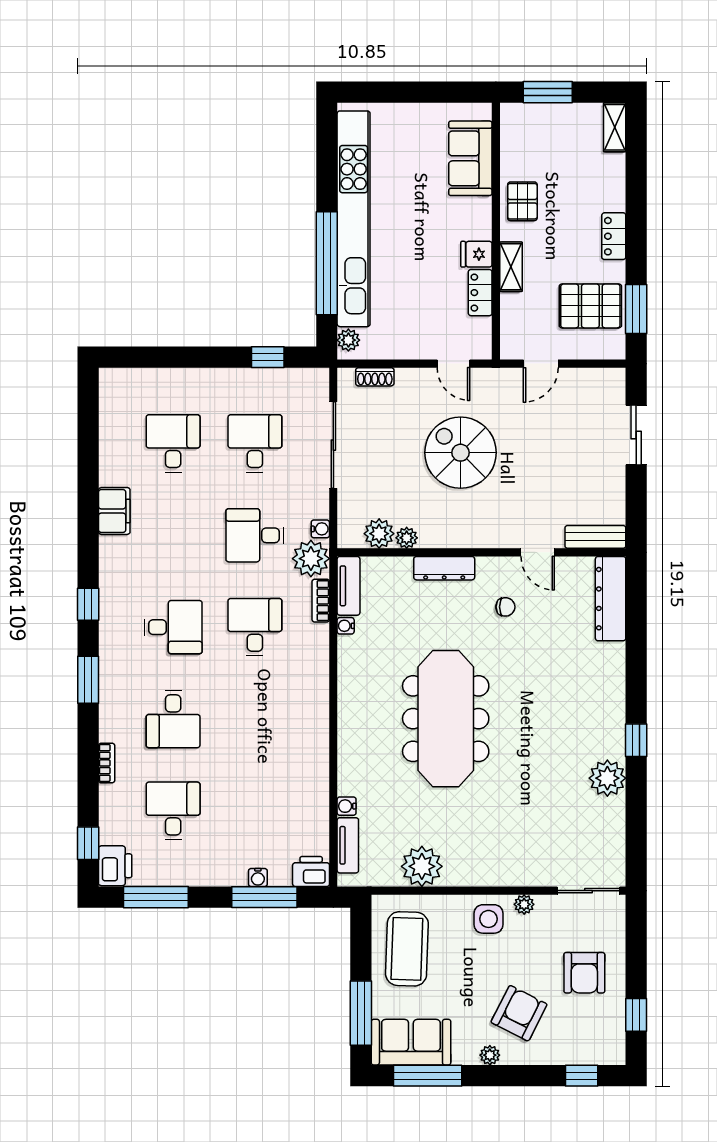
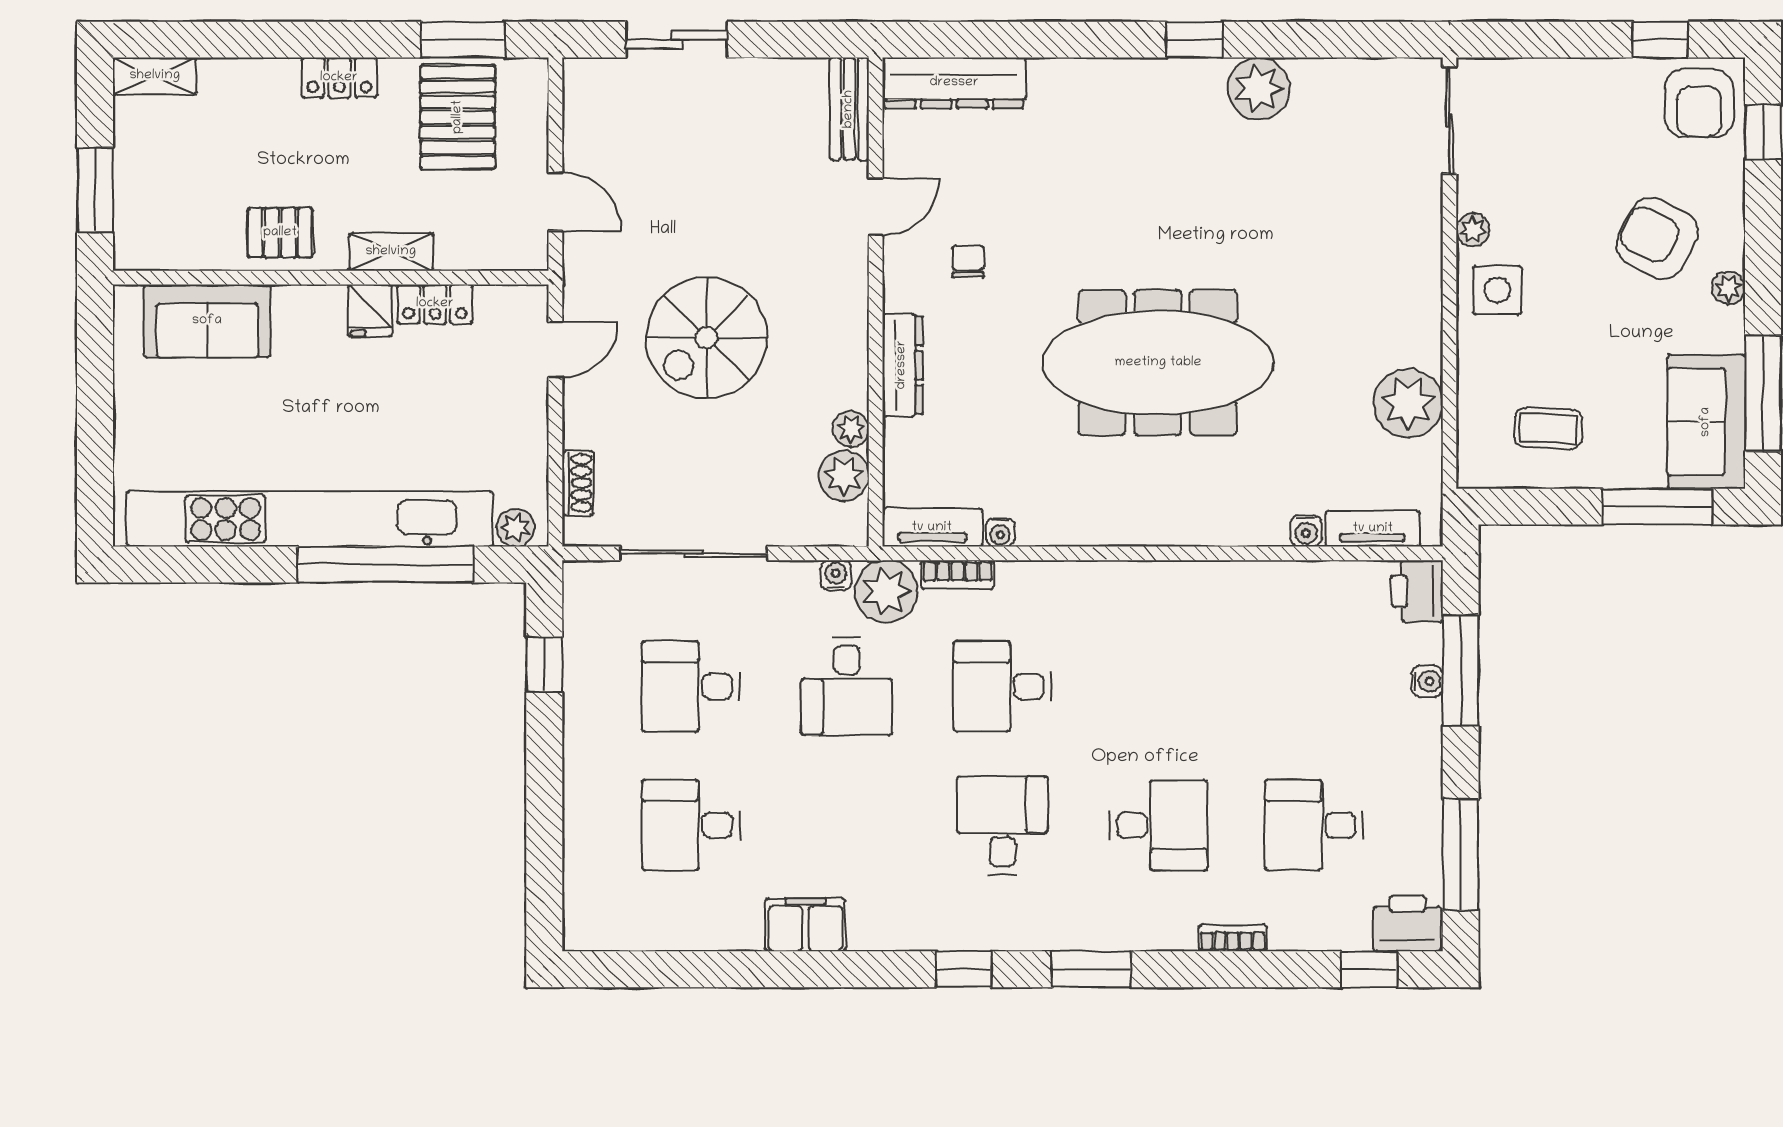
coffee table: (407, 949) -> (1548, 428), width x0.54, depth x0.58
armchair: (584, 973) -> (1699, 103), moved, turned 90

